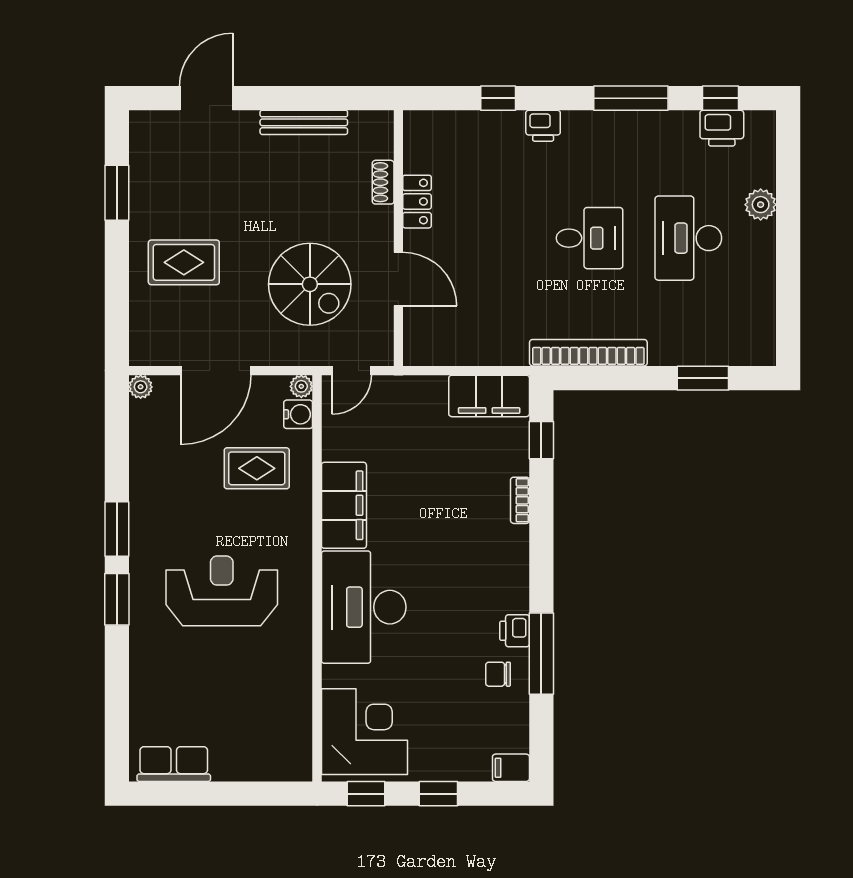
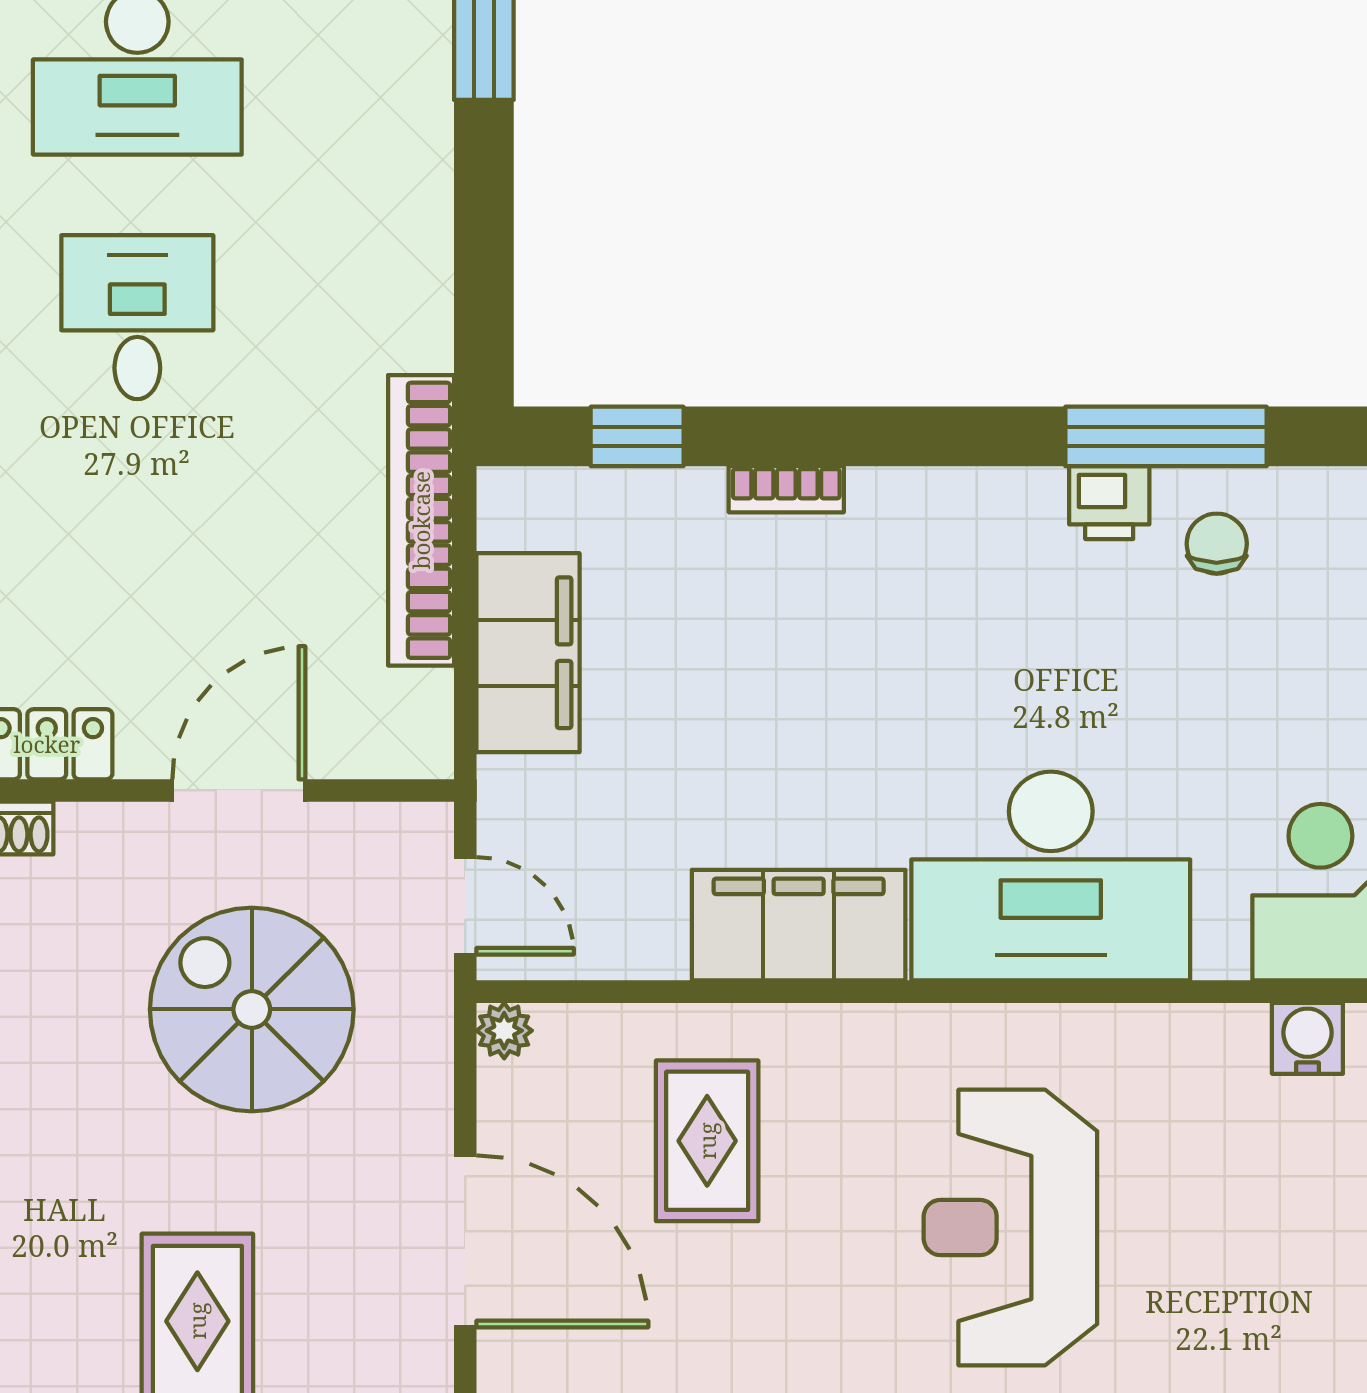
spiral stairs: (310, 284) -> (252, 1009), turned -90
bookcase: (588, 353) -> (421, 520), moved
filing cabinet: (489, 396) -> (528, 653), moved
water cooler: (298, 414) -> (1307, 1038), moved
chair: (498, 674) -> (1217, 544), turned 180

